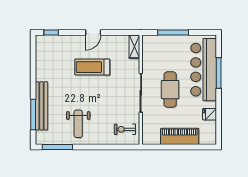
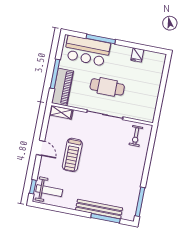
bar counter: (204, 70) -> (87, 51), width x0.73
weight bench: (78, 124) -> (49, 191), moved
piano: (180, 136) -> (63, 87), moved, turned 180

